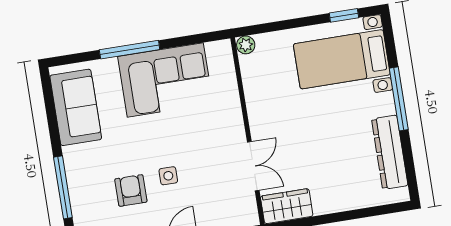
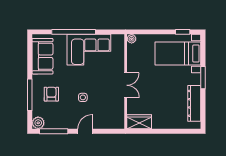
window: (130, 50) -> (74, 32), width x1.46
window: (399, 99) -> (203, 78), width x0.69
double door: (253, 166) -> (126, 85), moved
armchair: (131, 190) -> (51, 94), moved

